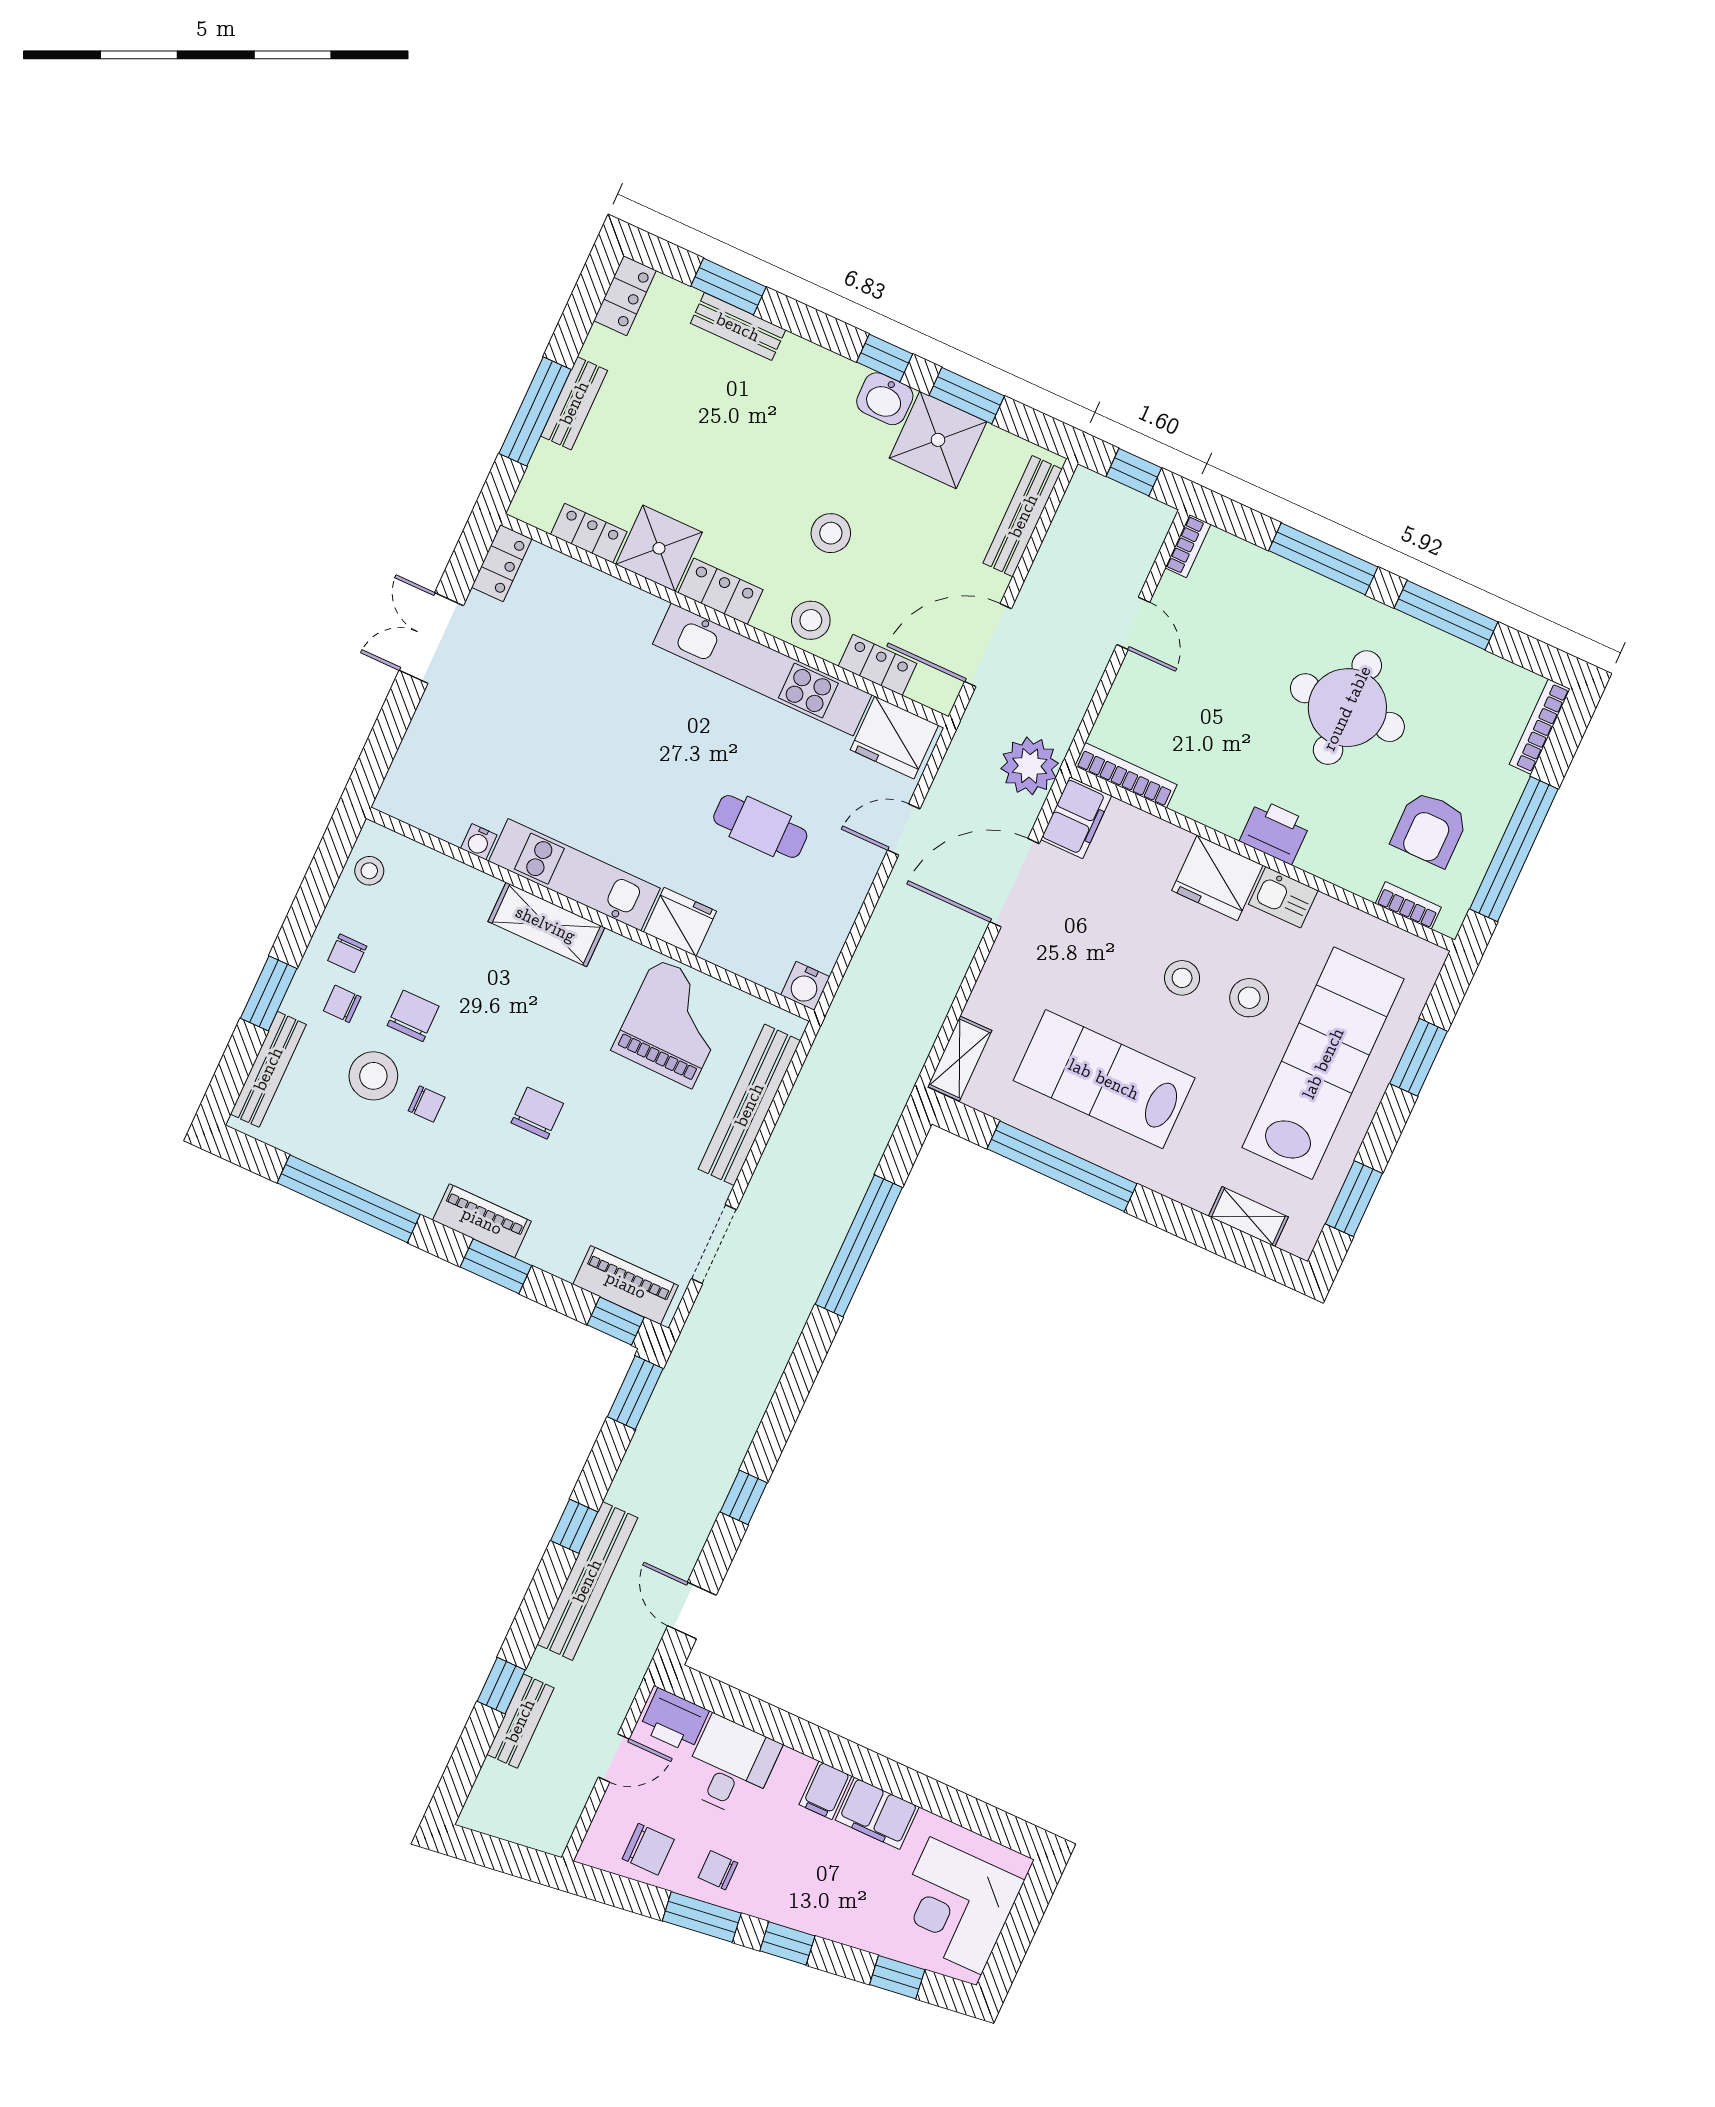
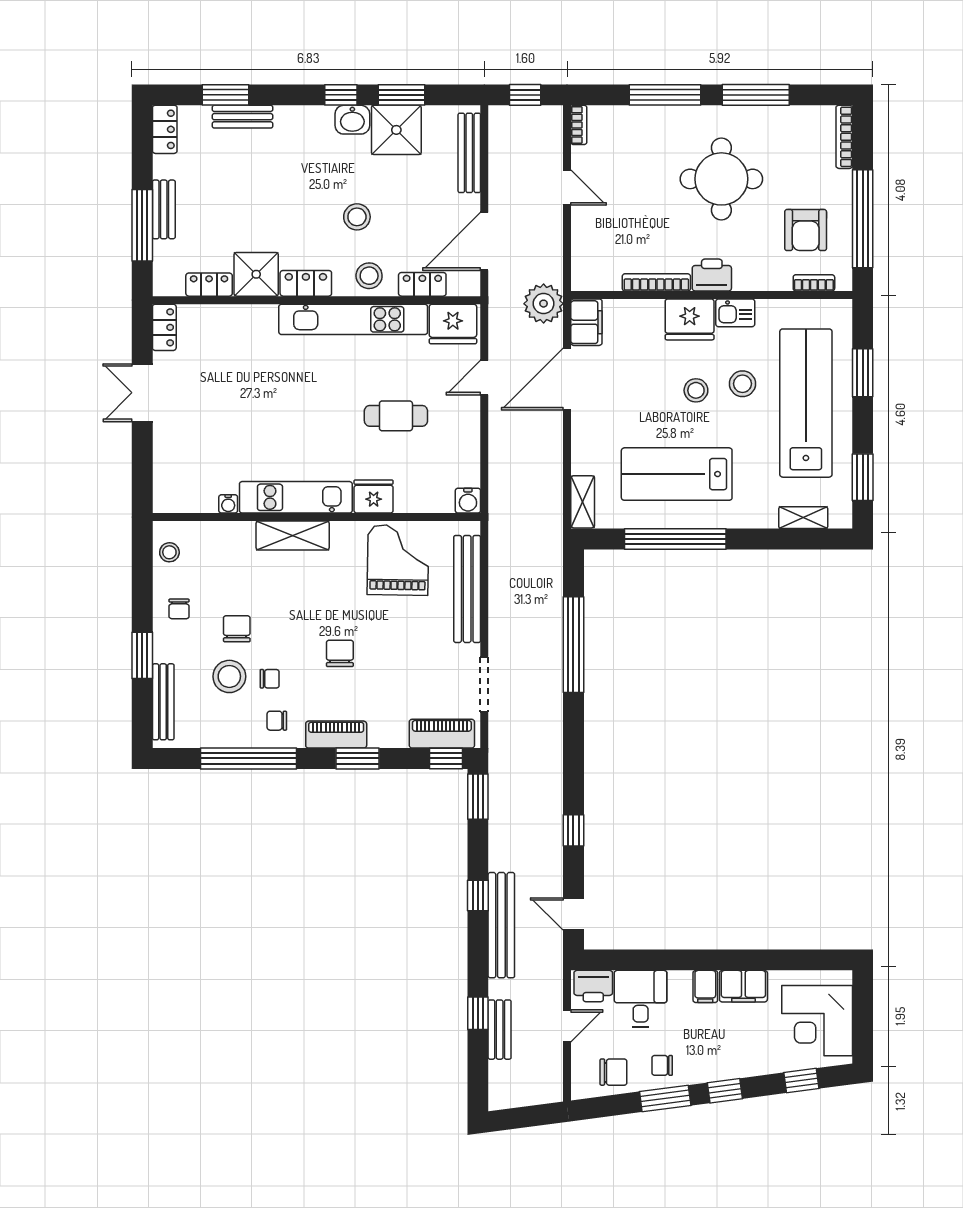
bookcase: (1126, 775) -> (656, 282), moved
chair: (342, 1004) -> (277, 721), moved

